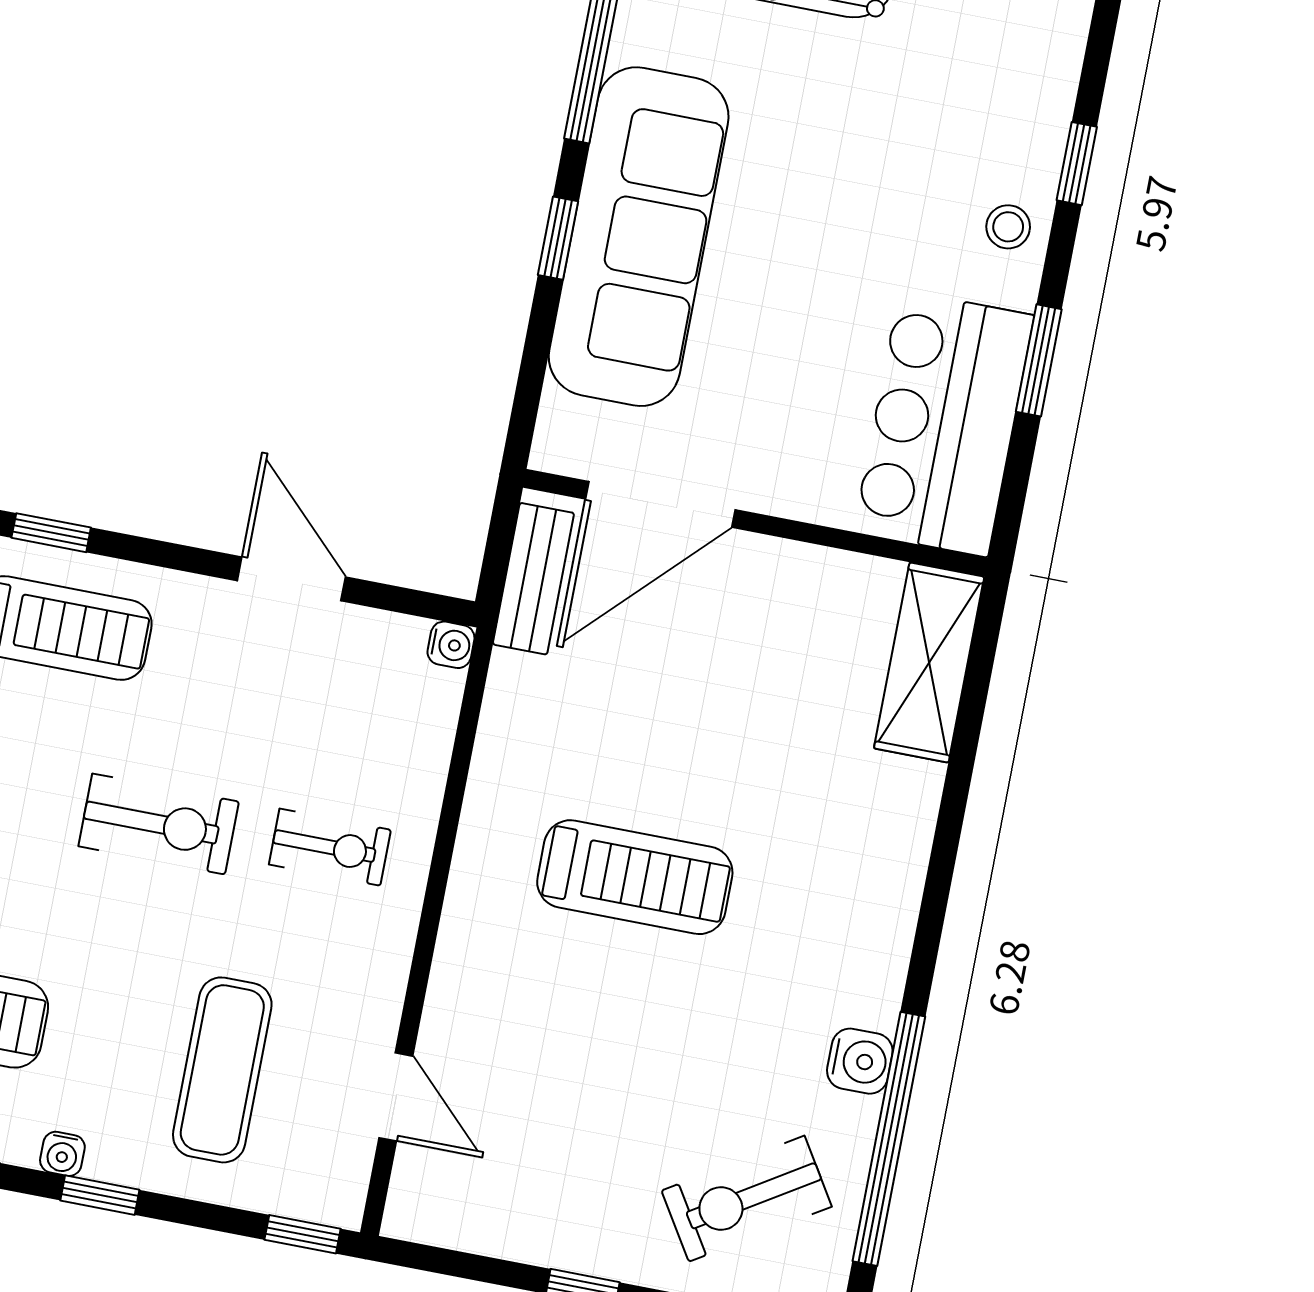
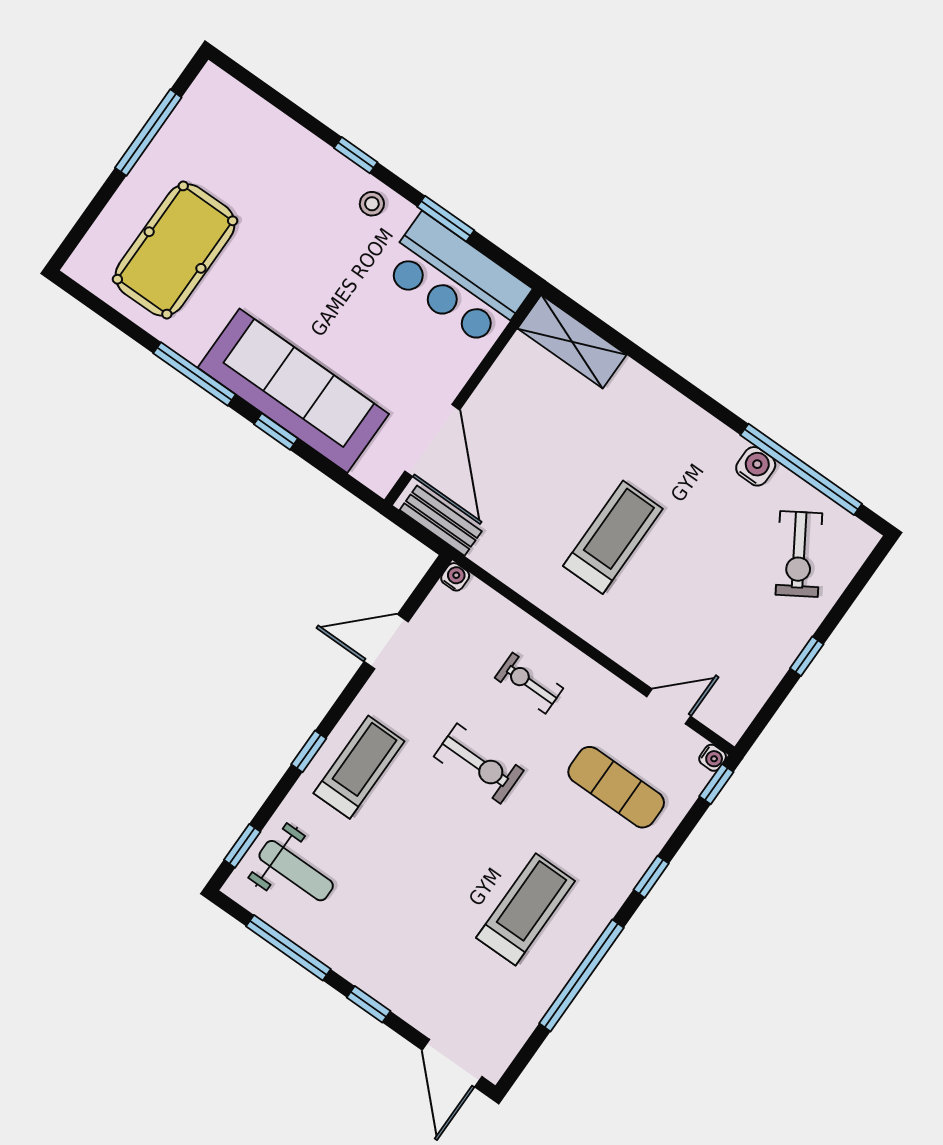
exercise bike: (159, 824) -> (479, 764), turned 90
exercise bike: (330, 847) -> (529, 683), turned -90
water cooler: (62, 1154) -> (713, 758), moved

